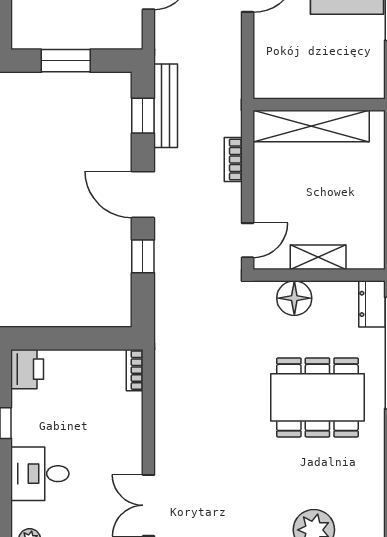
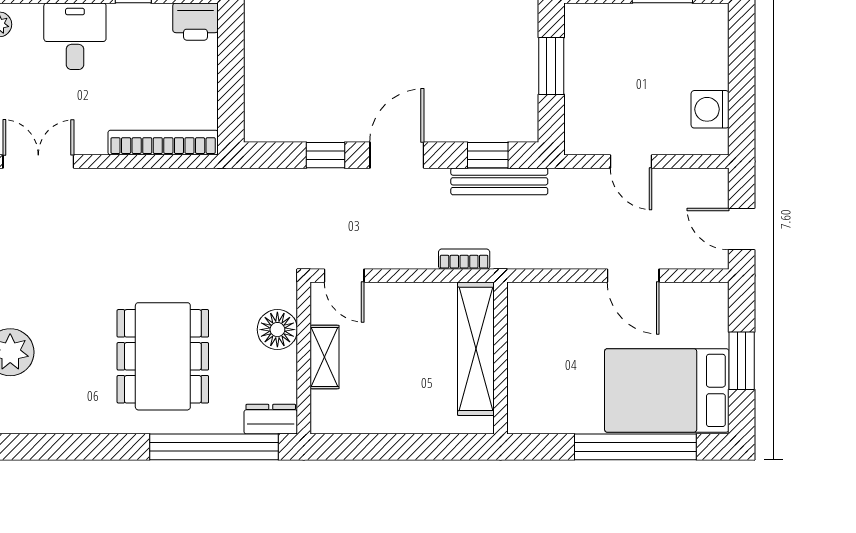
bookcase: (233, 159) -> (464, 259), moved
bookcase: (135, 370) -> (163, 143), width x2.31, depth x1.31

